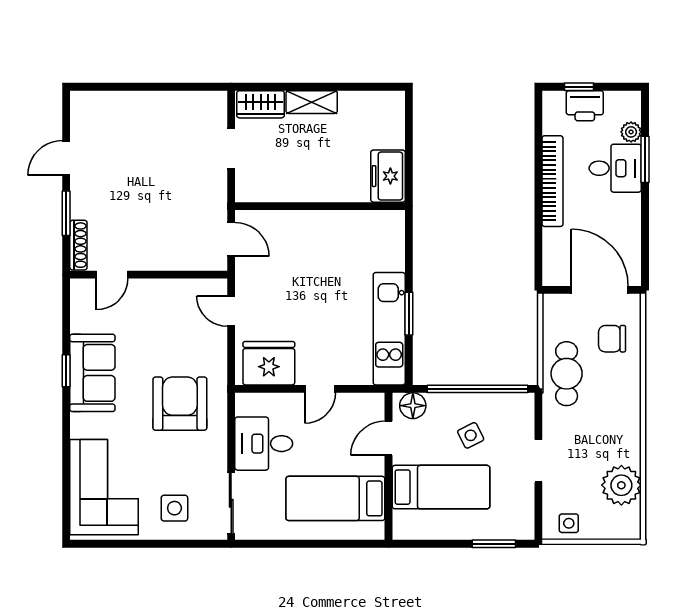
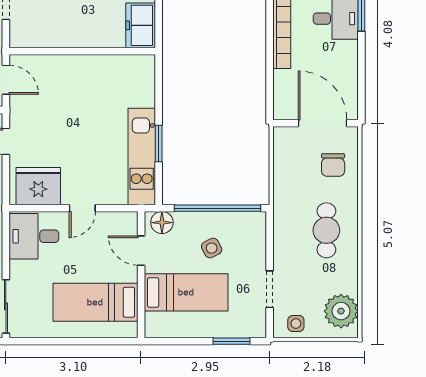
chair: (612, 339) -> (333, 165), turned -90
cafe table: (567, 374) -> (326, 230), moved
door: (389, 438) -> (141, 251), hinge flipped
desk: (264, 444) -> (34, 236), moved
doorway: (538, 461) -> (270, 289), moved
plant: (621, 485) -> (341, 311), moved

